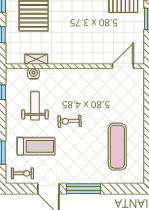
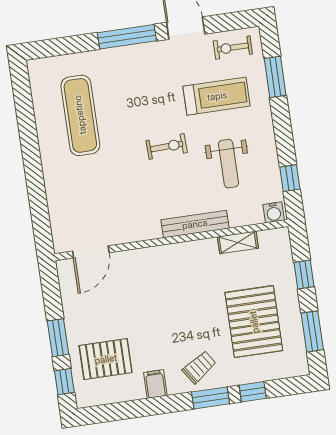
bench: (60, 73) -> (195, 224), added
water cooler: (33, 74) -> (274, 212), moved
treadmill: (36, 146) -> (217, 96), turned 180

